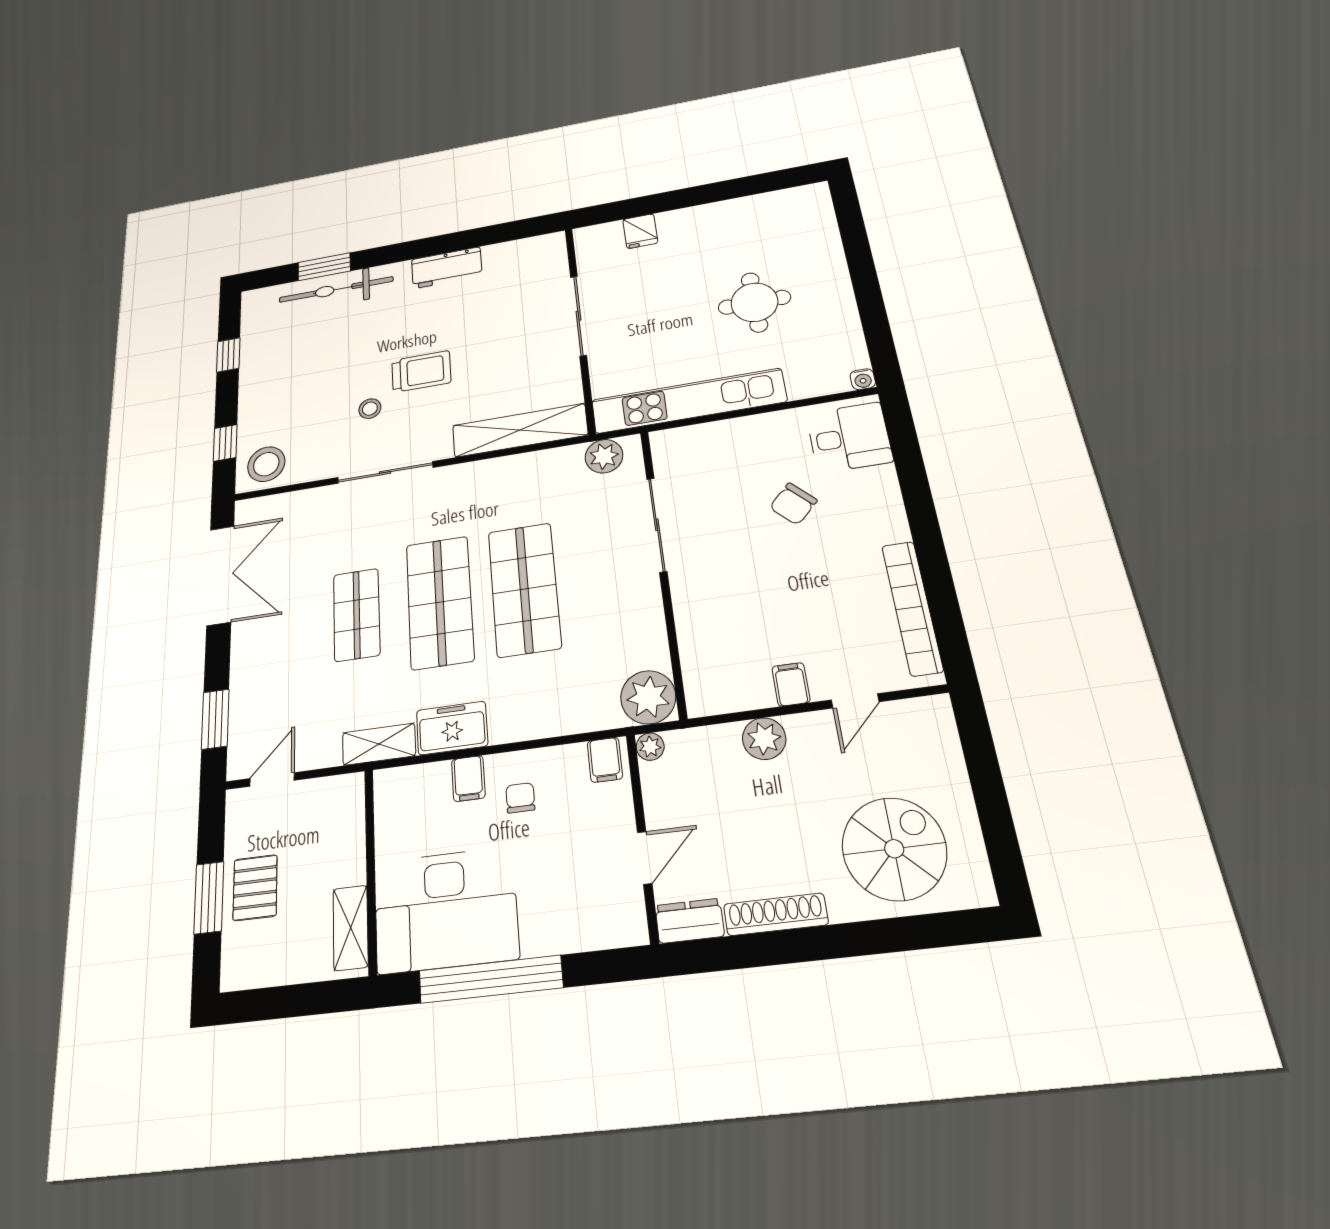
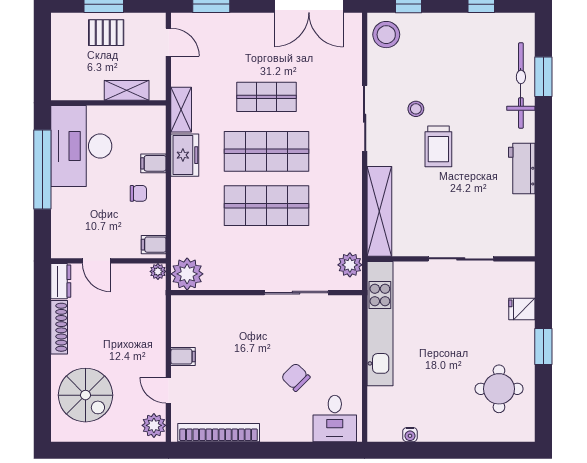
window: (689, 197) -> (543, 347), added
round table: (754, 302) -> (499, 389), moved
water cooler: (863, 379) -> (410, 435), moved, turned -90
plant: (764, 739) -> (154, 425), moved
shelving: (351, 928) -> (127, 90), moved

